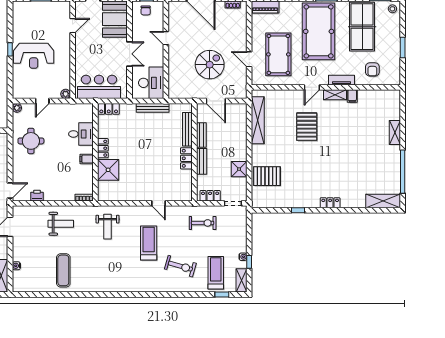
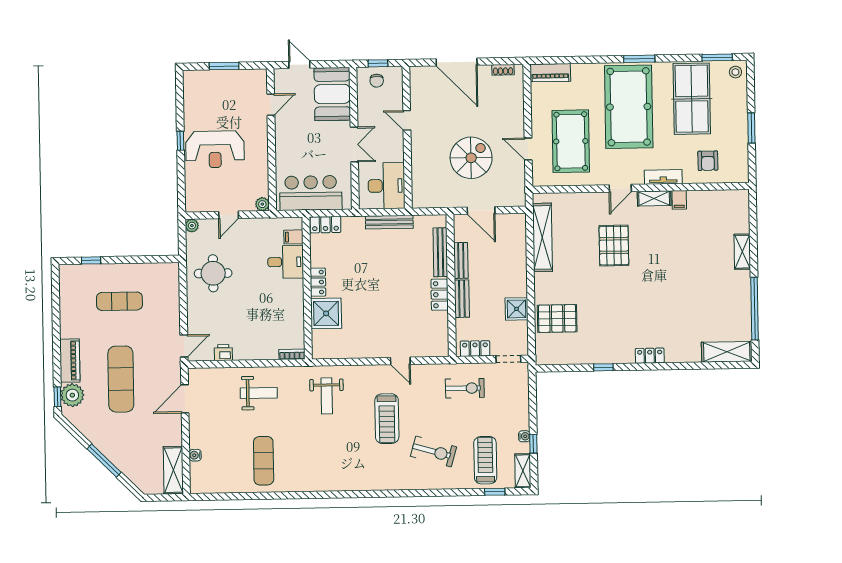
filing cabinet: (87, 159) -> (294, 237), moved
treadmill: (149, 243) -> (387, 419), turned 180

